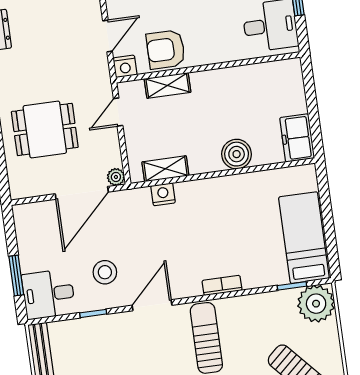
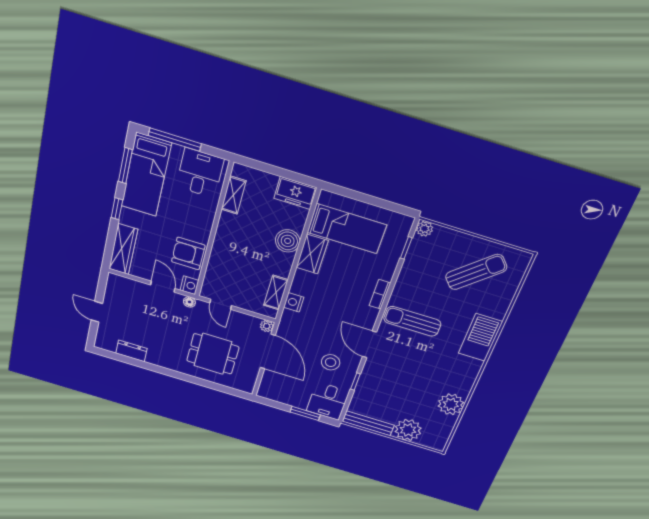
armchair: (166, 49) -> (188, 253), turned 90
floor lamp: (103, 75) -> (189, 302), added
shelving: (168, 85) -> (234, 195), moved
dining table: (45, 129) -> (213, 354), turned 90
wardrobe: (234, 188) -> (312, 254), added
bed: (304, 238) -> (347, 229), moved, turned 180
plant: (316, 304) -> (424, 229), width x0.53, depth x0.53

